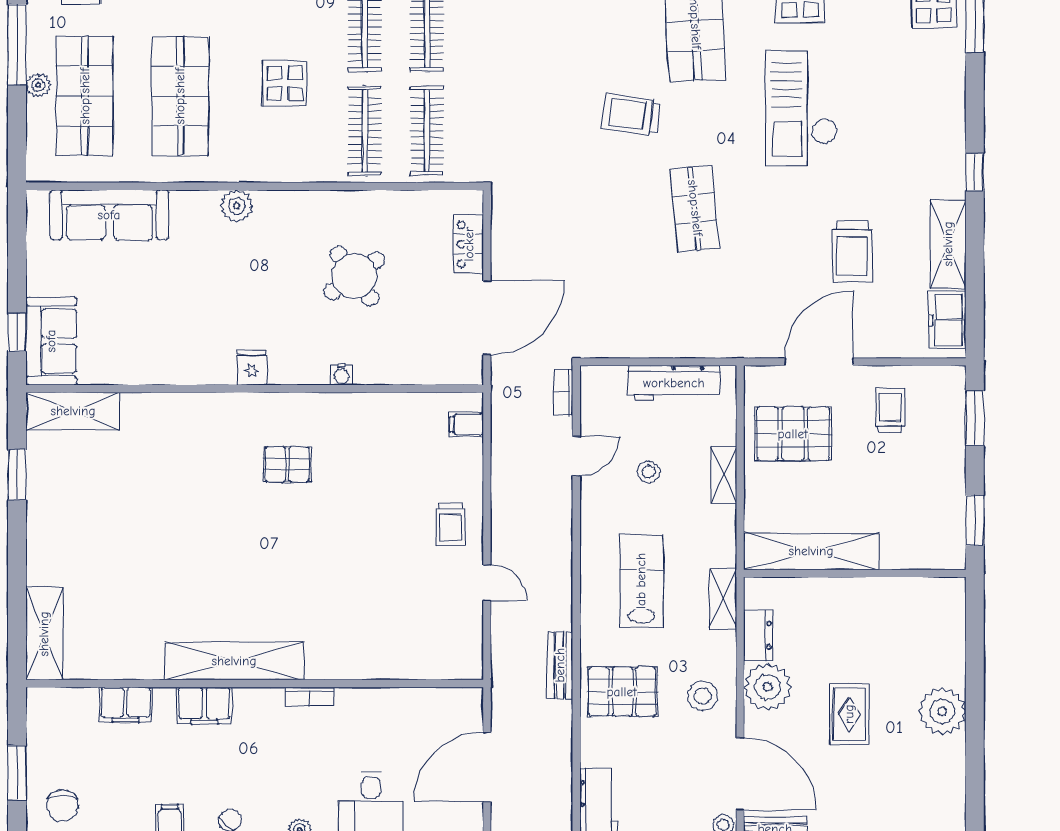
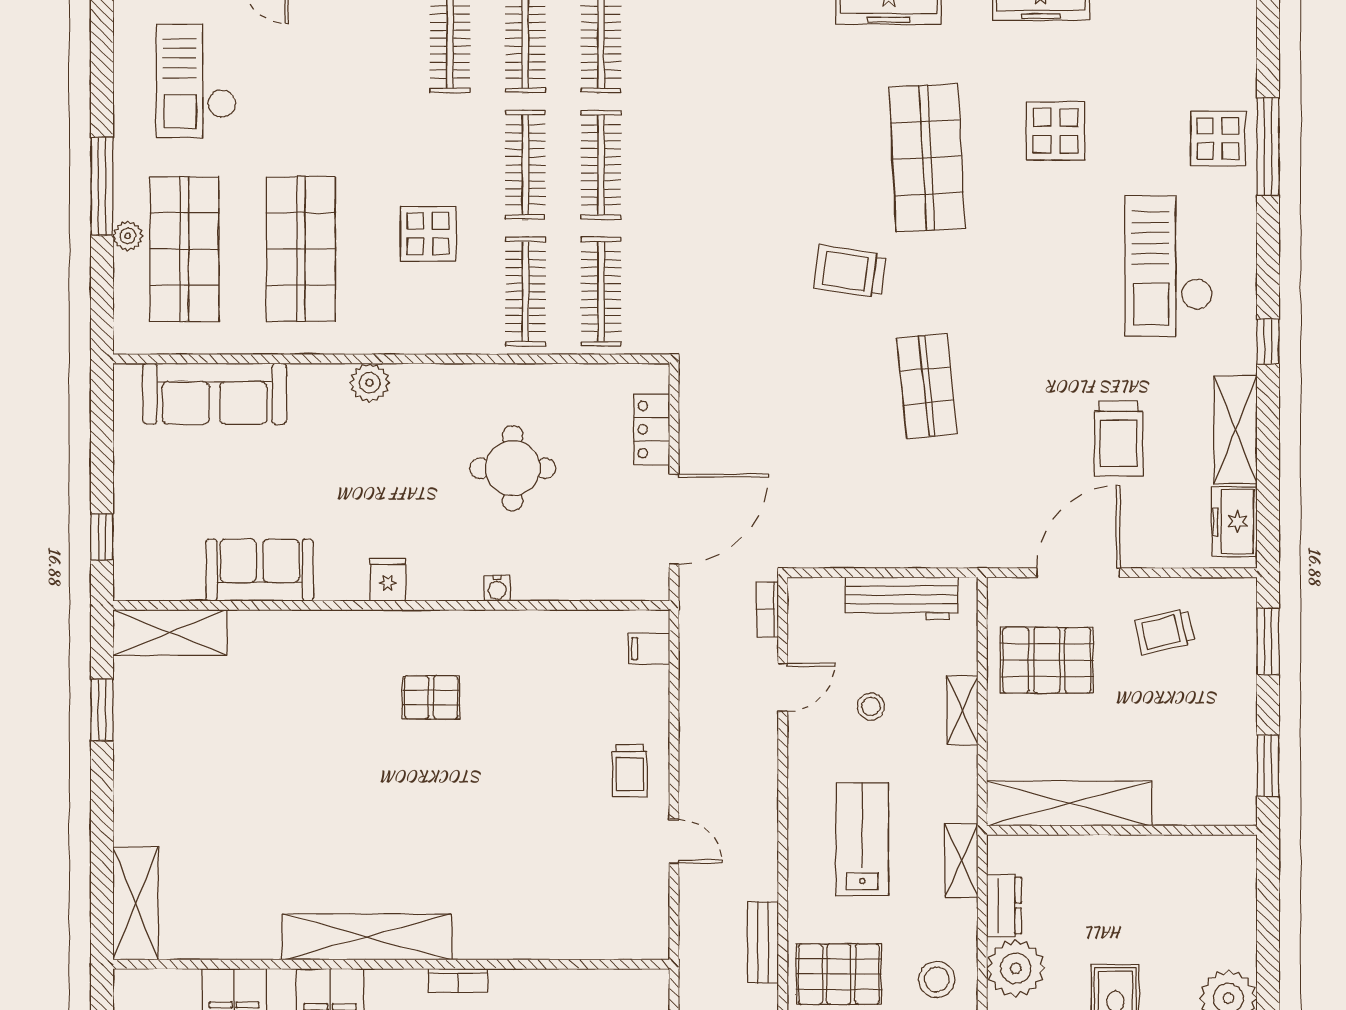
checkout: (802, 108) -> (1169, 266), moved
round table: (354, 276) -> (513, 468), turned 36
sofa: (51, 341) -> (260, 570), moved, turned -90
trolley: (890, 410) -> (1165, 632), turned -103

